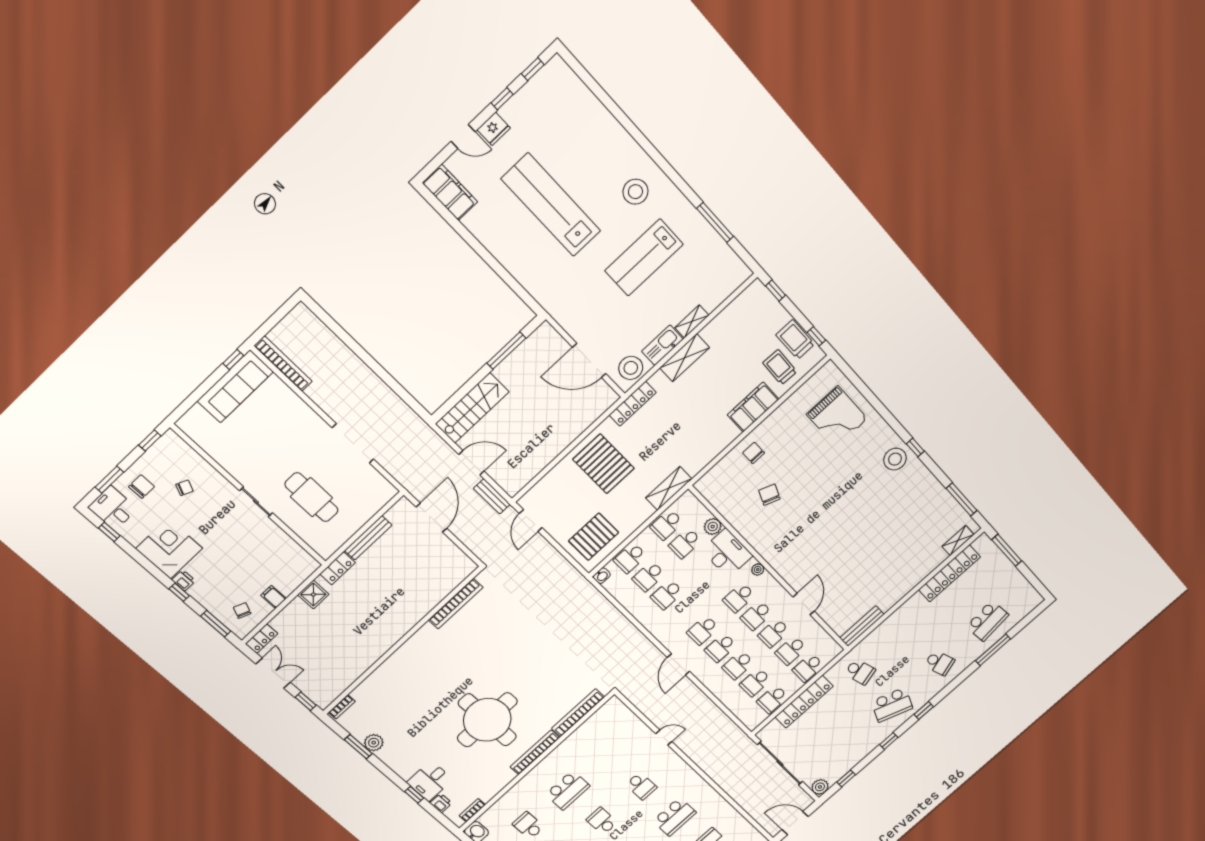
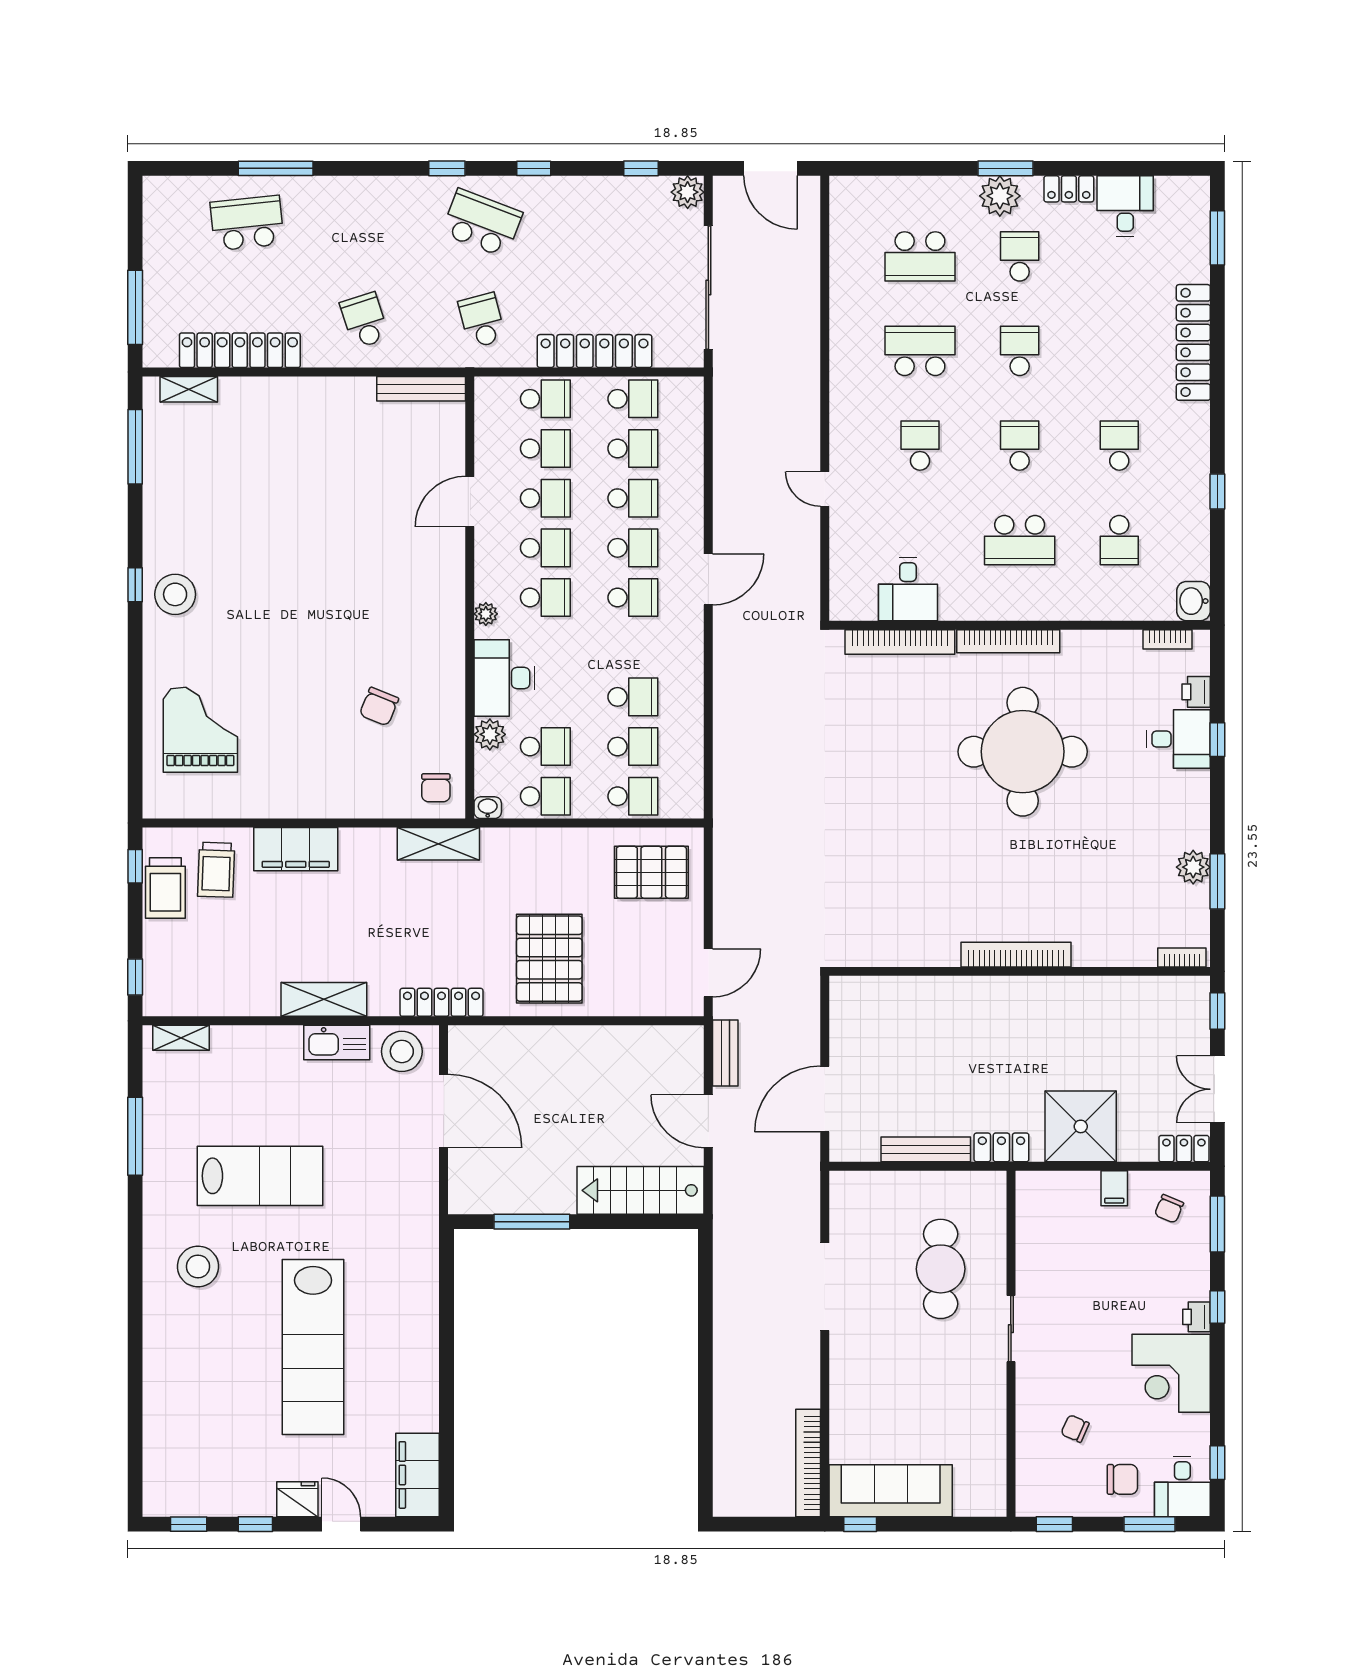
shelving: (692, 321) -> (181, 1038), moved
chair: (754, 453) -> (436, 788), moved
chair: (141, 487) -> (1122, 1479), turned 180
shelving: (669, 488) -> (438, 844), moved
washbasin: (602, 576) -> (488, 808), moved
shower: (313, 594) -> (1081, 1126), width x1.86, depth x1.86
bookcase: (456, 604) -> (1016, 955), moved
school desk: (939, 663) -> (365, 320), moved
desk: (594, 734) -> (908, 589), added
school desk: (568, 790) -> (1020, 540), turned 180
school desk: (602, 821) -> (1020, 446), turned 180

